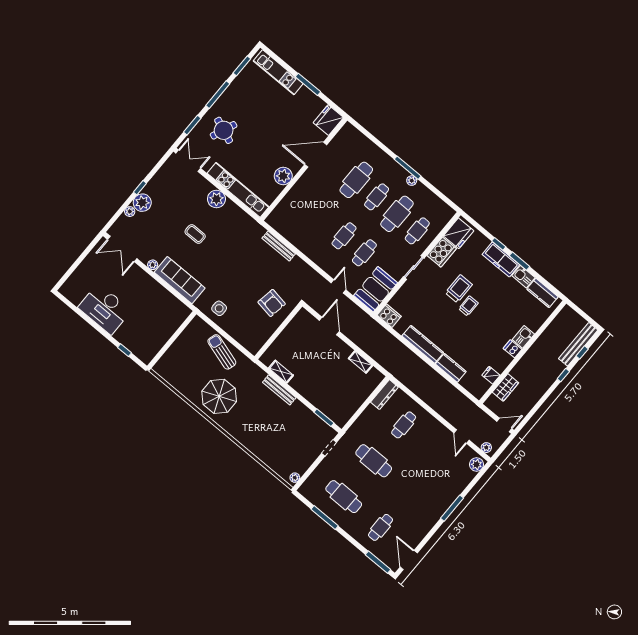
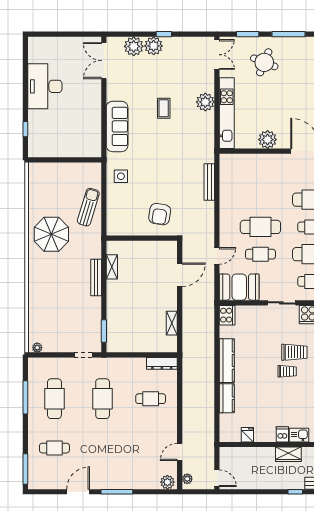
plant: (130, 212) -> (134, 46), width x1.88, depth x1.88
cafe table: (344, 236) -> (260, 227), width x1.37, depth x1.35
plant: (153, 265) -> (111, 95), removed
wardrobe: (505, 387) -> (288, 454), moved
door: (409, 560) -> (78, 492), moved

